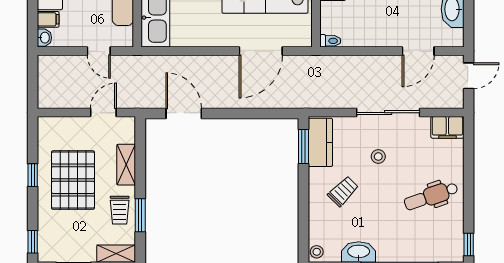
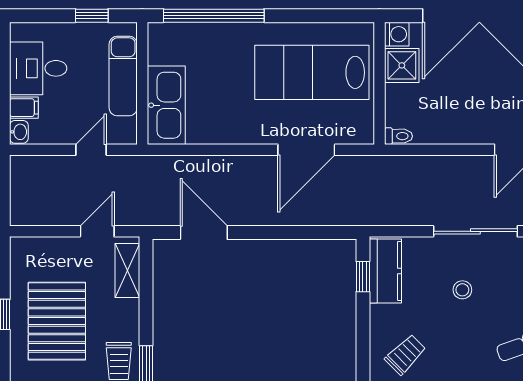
door: (99, 51) -> (91, 150), swing flipped
window: (303, 147) -> (363, 277), width x0.67
shelving: (126, 165) -> (127, 271), moved
trolley: (343, 191) -> (405, 354), moved

